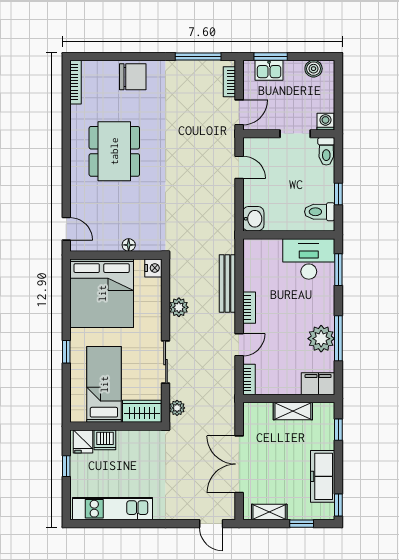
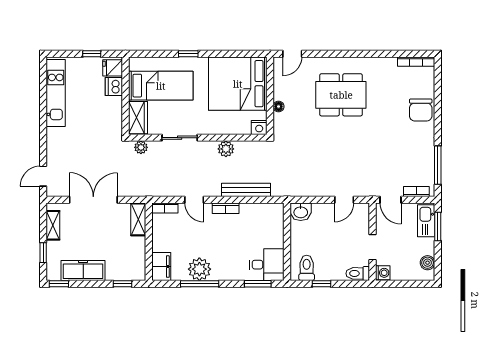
kitchen sink: (269, 70) -> (426, 221), width x1.38
dining table: (114, 151) -> (341, 95), moved
desk: (309, 259) -> (267, 265), width x0.73
shelving: (293, 411) -> (138, 219), moved

